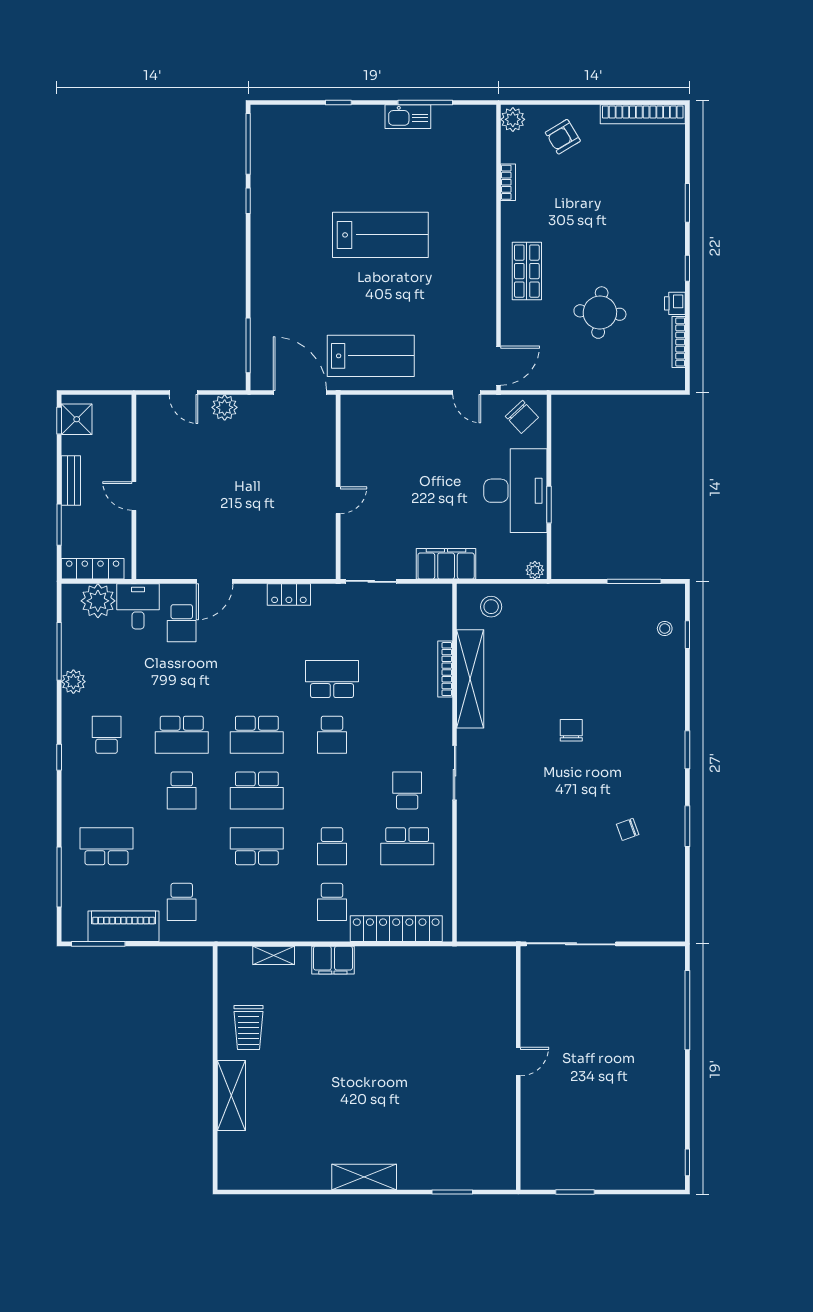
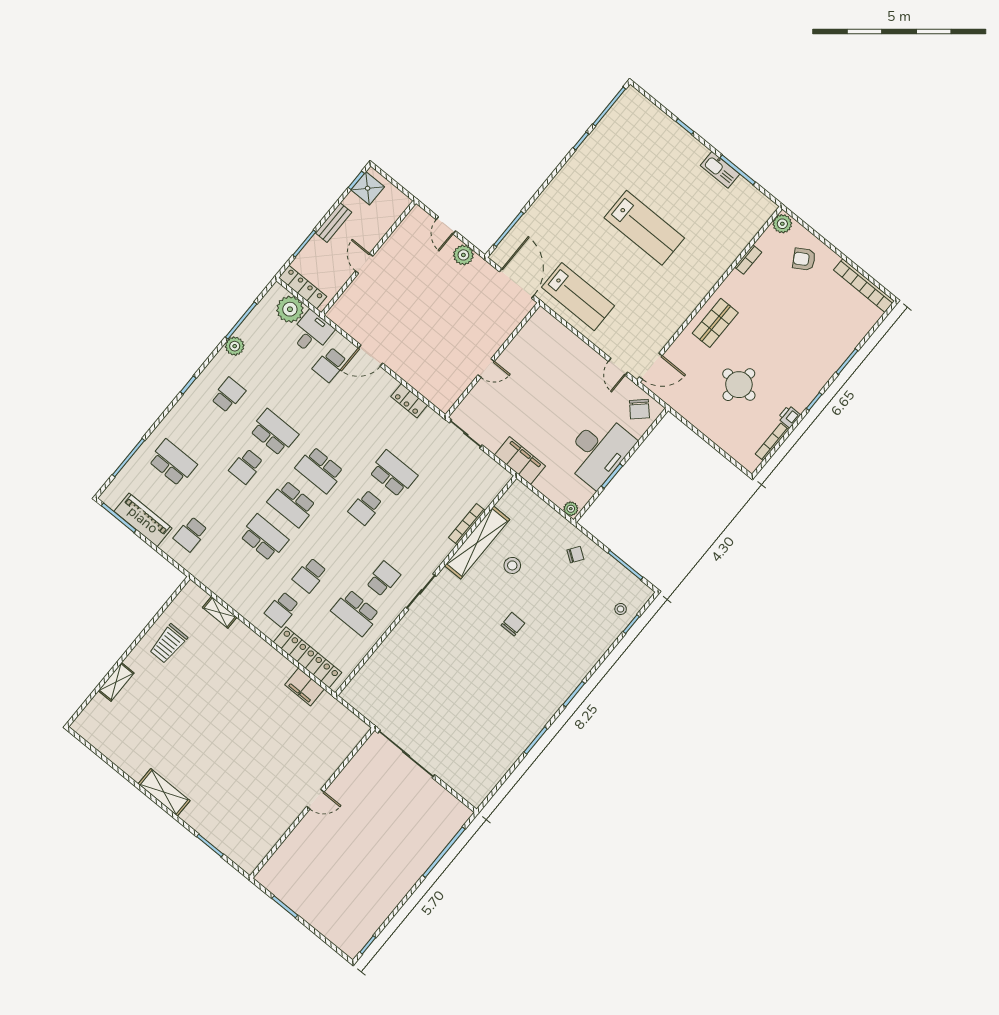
stool: (491, 607) -> (512, 565), moved
school desk: (182, 735) -> (274, 432), turned 180
chair: (628, 829) -> (575, 555), moved, turned 145
filing cabinet: (333, 960) -> (305, 687), moved
shelving: (231, 1095) -> (116, 682), width x0.67, depth x0.75

